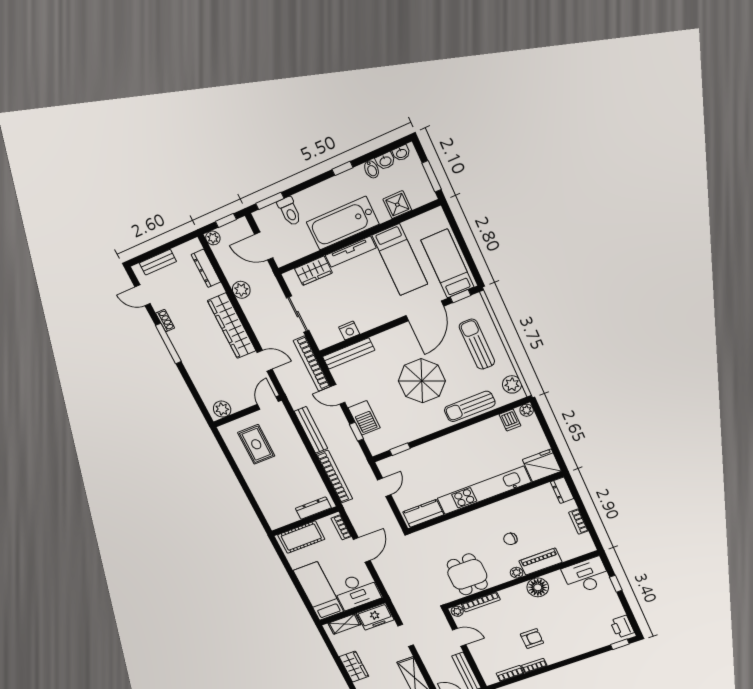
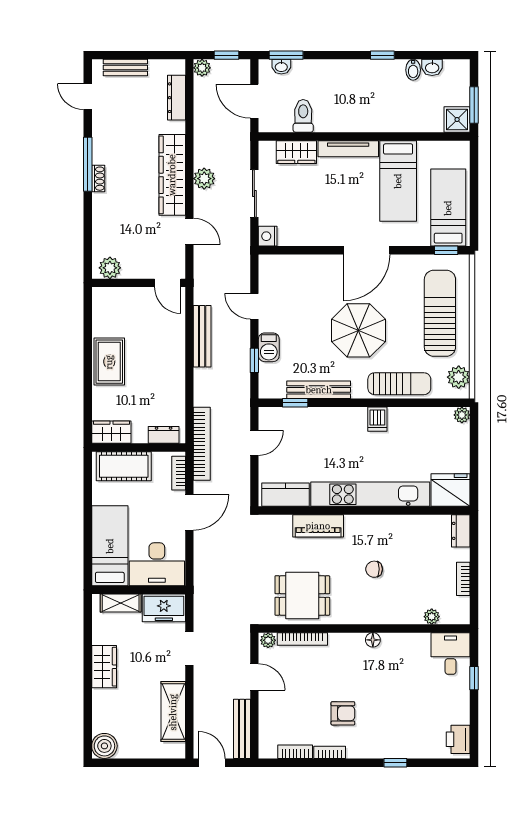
washbasin: (401, 153) -> (281, 67), moved
shower: (397, 205) -> (457, 119), moved
toilet: (289, 211) -> (303, 116), moved, turned 180
bathtub: (343, 223) -> (354, 114), removed
plant: (241, 290) -> (204, 179), moved
door: (425, 311) -> (367, 250), moved
shoe rack: (165, 321) -> (98, 179), moved
nightstand: (349, 331) -> (268, 236), moved, turned 90
sun lounger: (477, 344) -> (440, 313), width x1.36, depth x1.34
bench: (349, 353) -> (319, 390), moved
bookcase: (312, 364) -> (242, 258), removed
door: (268, 403) -> (168, 283), swing flipped
sun lounger: (470, 406) -> (399, 384), turned 180
barbecue: (364, 418) -> (269, 347), width x0.73, depth x0.79
dishwasher: (510, 420) -> (377, 419), moved
rug: (256, 444) -> (109, 362), moved
bookcase: (335, 477) -> (202, 444), moved
dresser: (313, 508) -> (164, 435), width x0.70
wardrobe: (281, 518) -> (111, 432), added
piano: (540, 562) -> (318, 526), moved, turned 180
plant: (517, 573) -> (432, 617), moved
dining table: (467, 574) -> (302, 595), turned 90
desk: (586, 576) -> (451, 653), width x0.73
floor lamp: (538, 587) -> (373, 640), width x0.53, depth x0.53
window: (620, 644) -> (395, 763), moved

